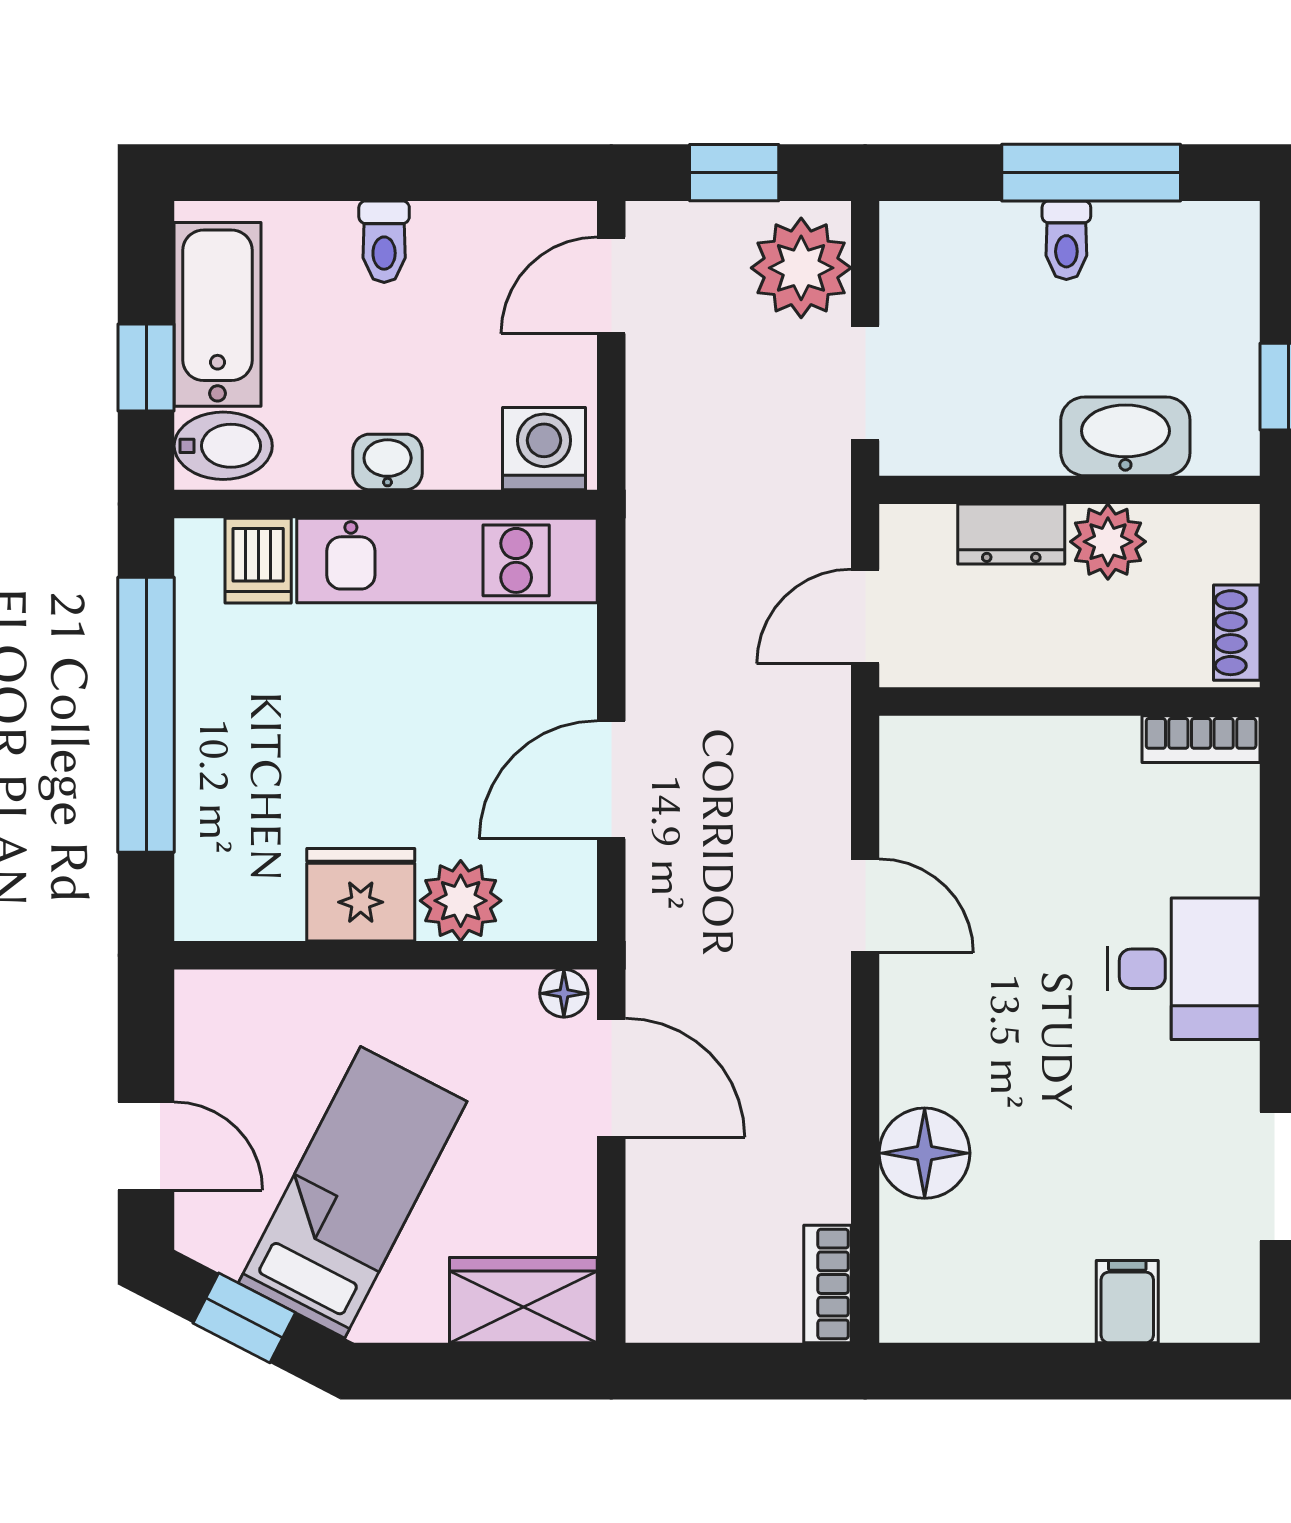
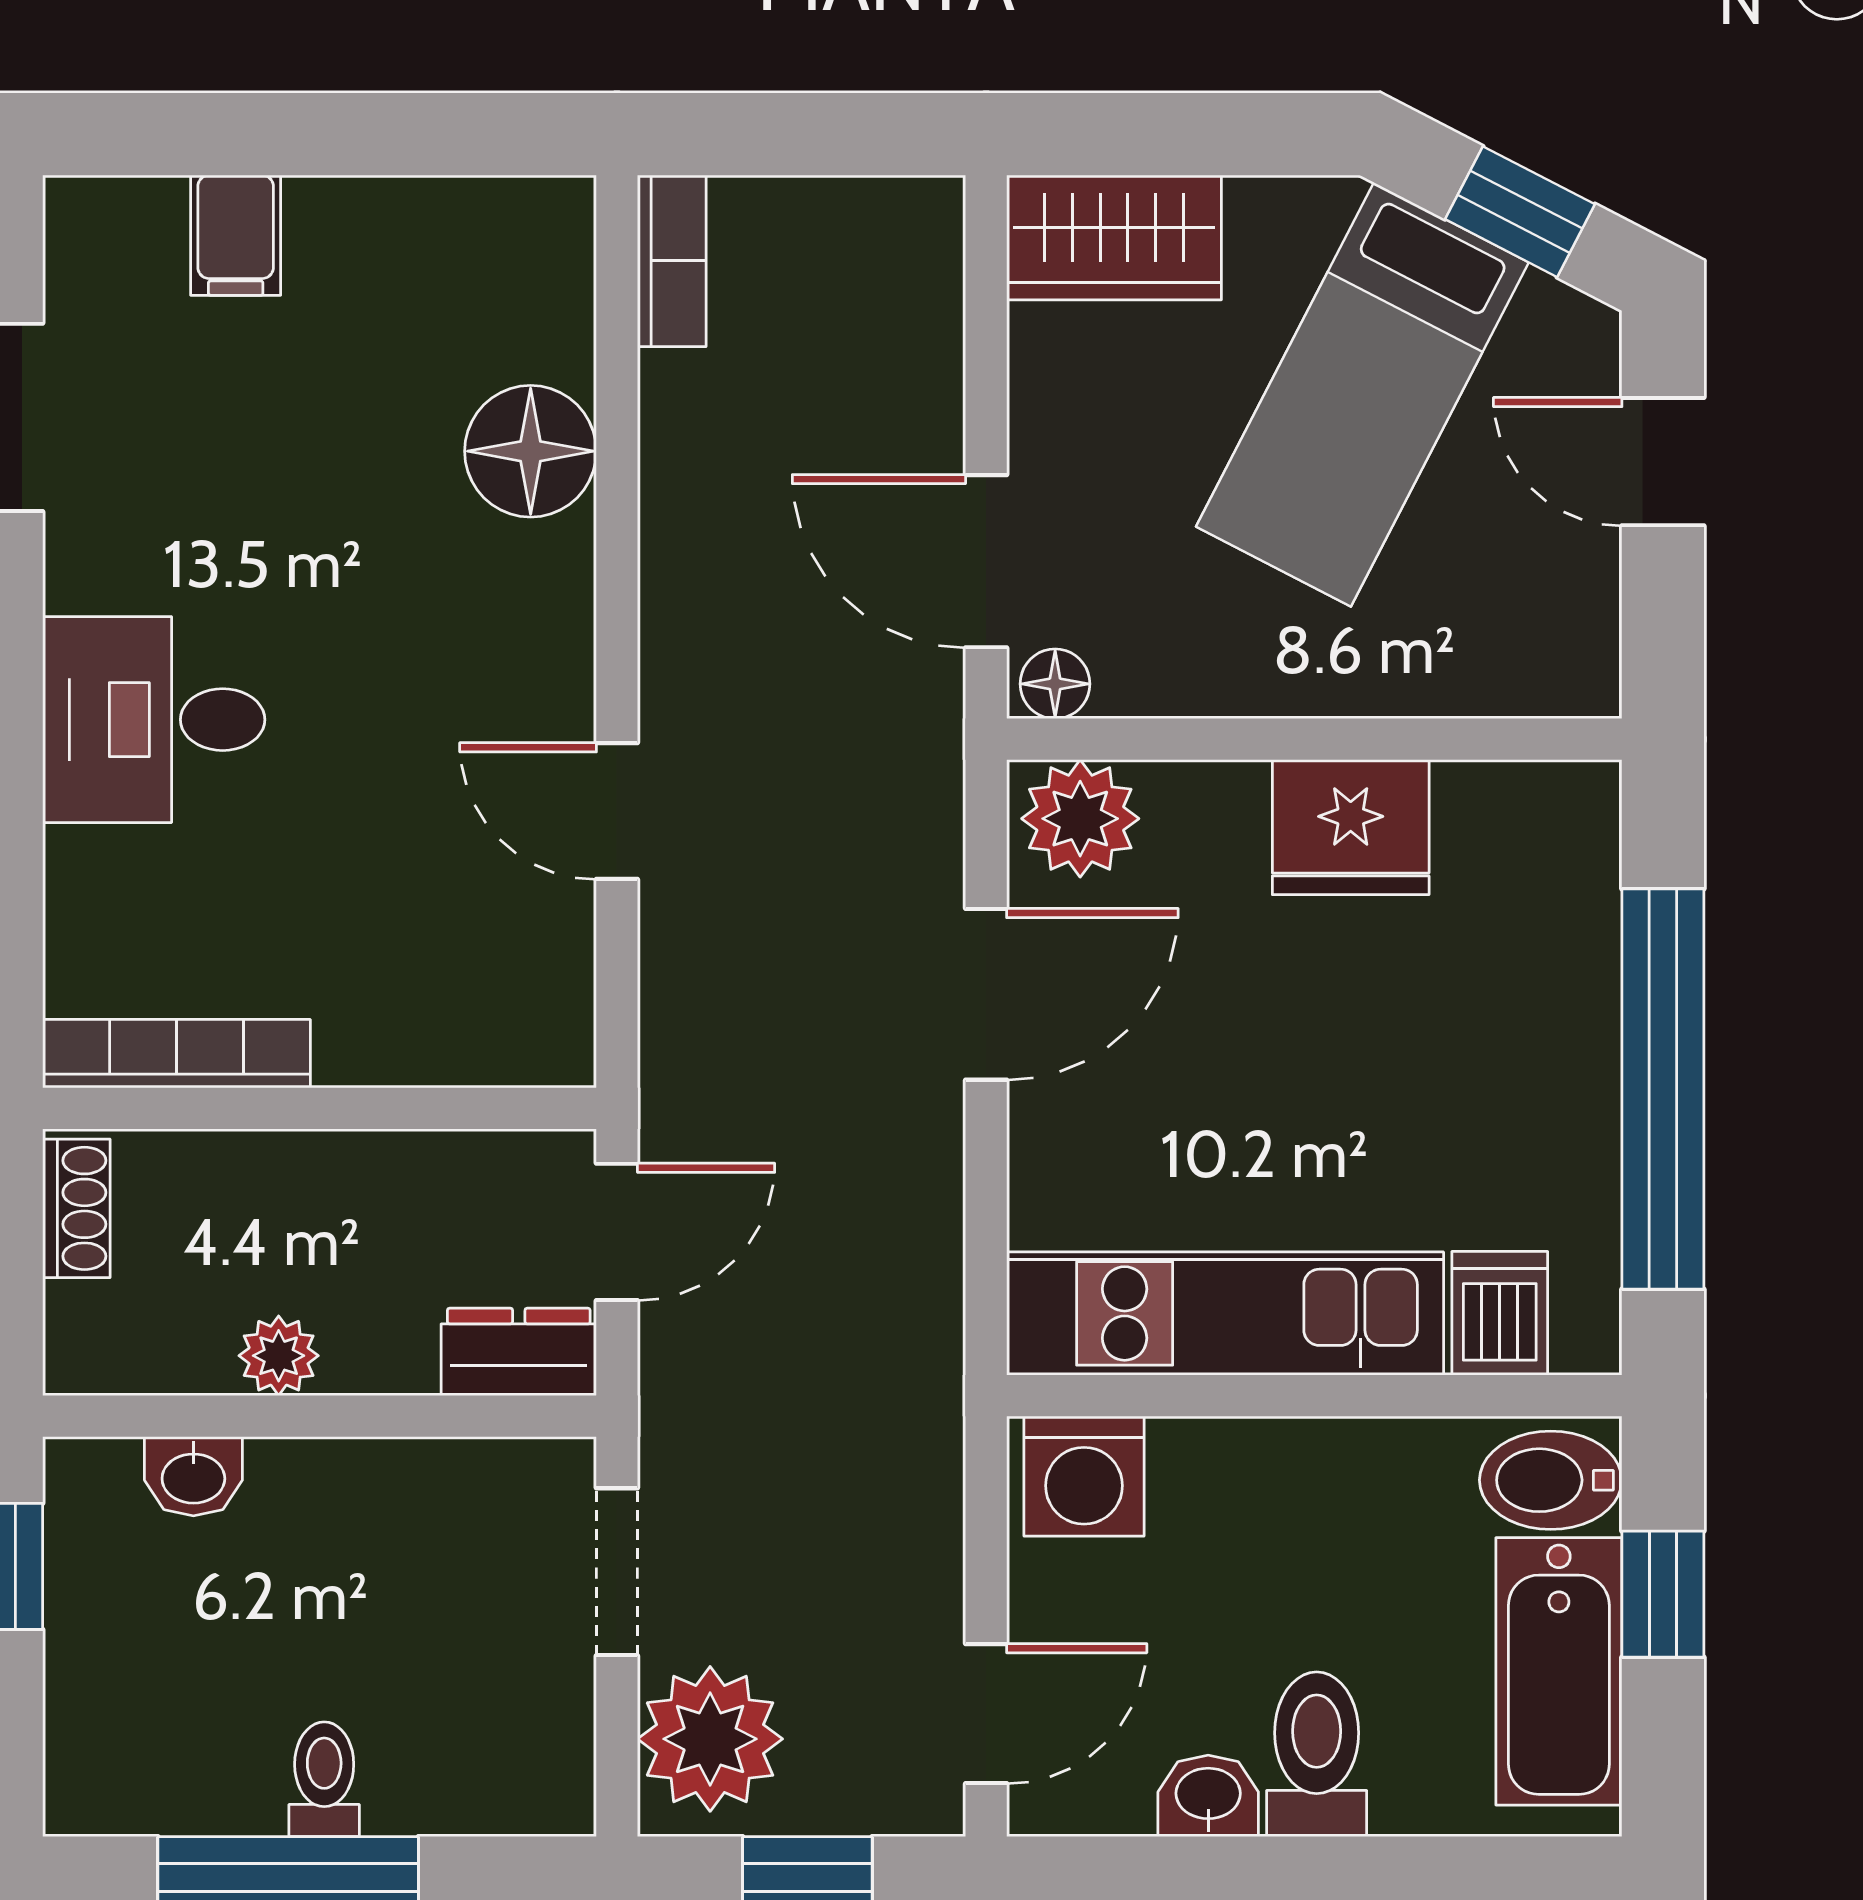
toilet: (384, 242) -> (1317, 1754), width x1.37, depth x1.39
washbasin: (1125, 436) -> (193, 1476), width x0.52, depth x0.69
washbasin: (388, 462) -> (1208, 1796), moved, turned 180
dresser: (1011, 534) -> (519, 1352), moved
plant: (1108, 542) -> (279, 1356), width x0.73, depth x0.73
bookcase: (1201, 739) -> (176, 1054), width x1.56
plant: (461, 901) -> (1080, 819), moved

